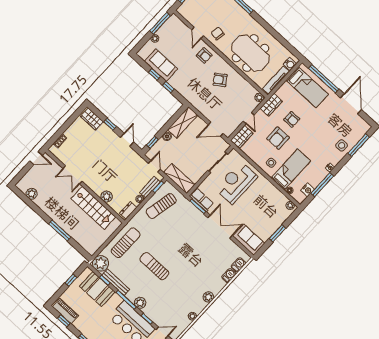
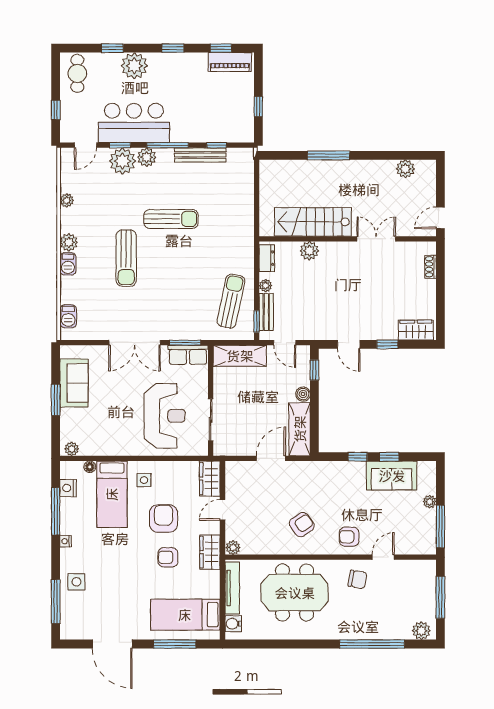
door: (198, 33) -> (383, 557), hinge flipped
window: (324, 79) -> (175, 644), width x0.68
door: (249, 118) -> (223, 510), hinge flipped
door: (216, 129) -> (271, 458), moved
sofa: (249, 240) -> (74, 383), moved, turned -90
sun lounger: (126, 243) -> (126, 258), moved
plant: (101, 263) -> (122, 161), moved
barbecue: (229, 276) -> (68, 264), moved
booth: (97, 289) -> (216, 126), removed

